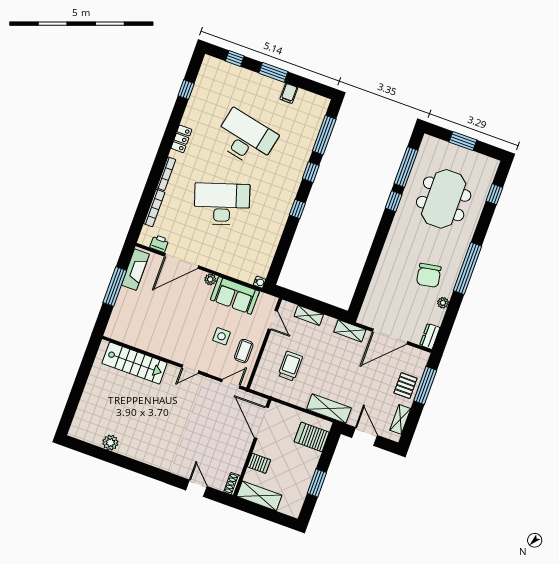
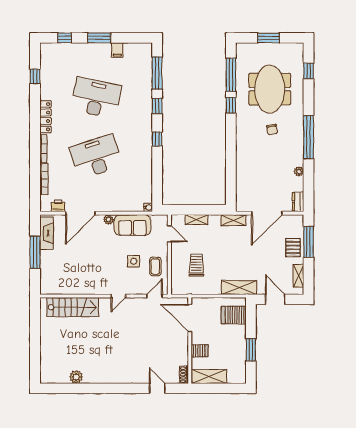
locker: (181, 139) -> (45, 117), width x1.53
chair: (429, 275) -> (272, 129), moved, width x0.54, depth x0.54

